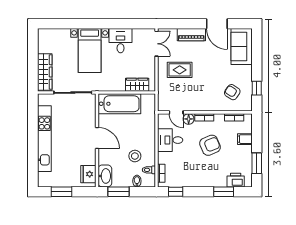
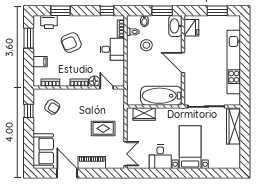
double door: (156, 44) -> (125, 154), swing flipped
desk: (170, 140) -> (112, 49), moved
armchair: (210, 145) -> (71, 43), moved

